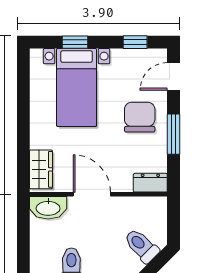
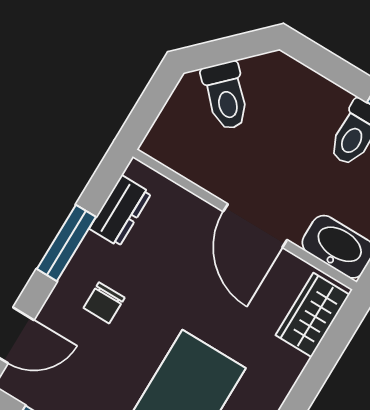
chair: (140, 117) -> (104, 303), width x0.54, depth x0.54
dresser: (150, 183) -> (120, 211), moved, turned -90

